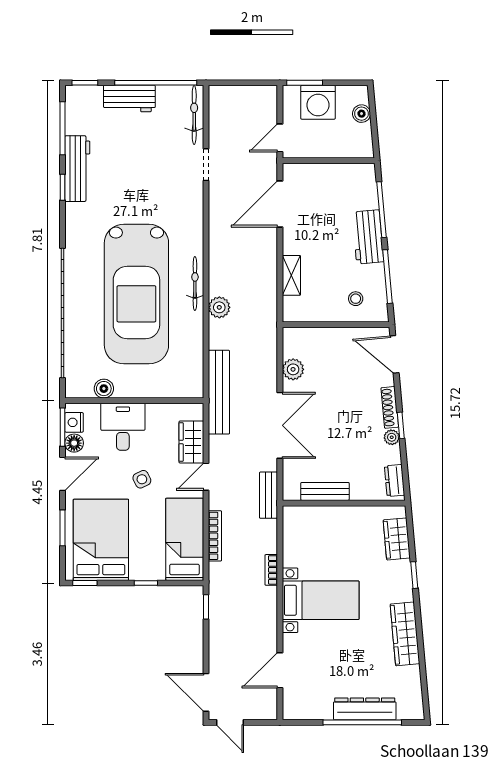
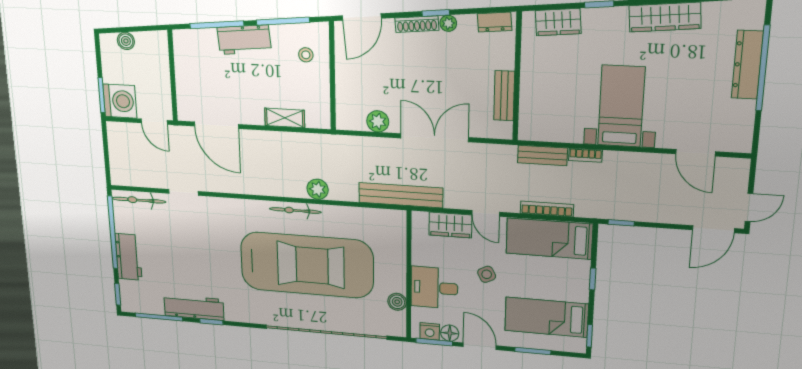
washing machine: (318, 102) -> (120, 101), moved
bench: (268, 495) -> (542, 155), moved
bed: (101, 540) -> (546, 317), width x0.67

